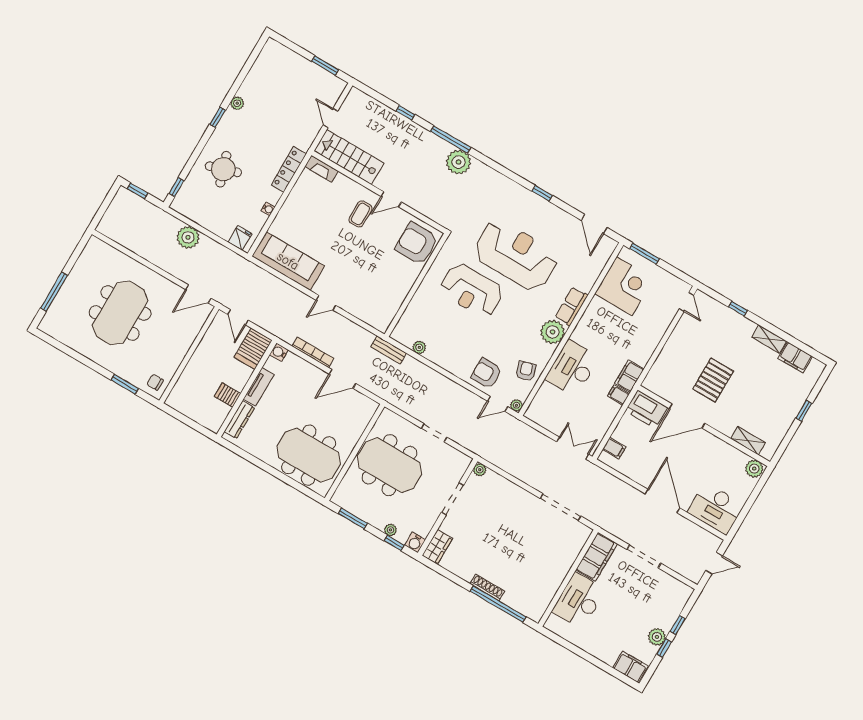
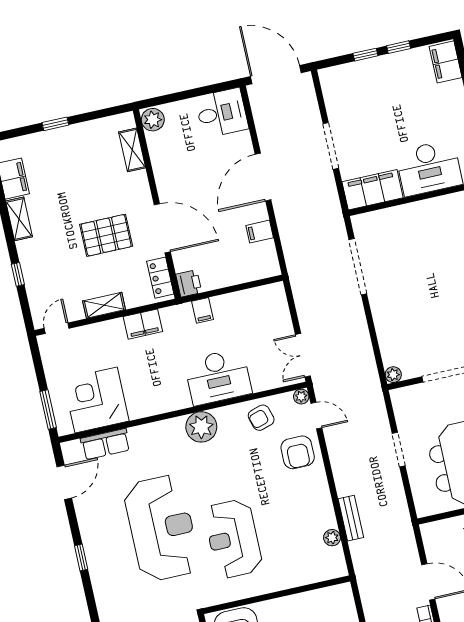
reception desk: (516, 255) -> (162, 528), turned 180
reception desk: (472, 290) -> (233, 539), turned 180
row of seats: (571, 306) -> (105, 444), moved
shelving: (674, 341) -> (104, 305), added
bench: (389, 350) -> (351, 518), moved
filing cabinet: (629, 376) -> (143, 324), moved
locker: (660, 388) -> (160, 278), added
printer: (646, 409) -> (189, 283), width x0.53, depth x0.68
double door: (573, 448) -> (303, 355), moved
filing cabinet: (614, 448) -> (260, 232), moved, turned -90
desk: (716, 508) -> (222, 113), width x0.73
door: (714, 563) -> (276, 75), width x1.87
plant: (657, 637) -> (394, 64), removed

